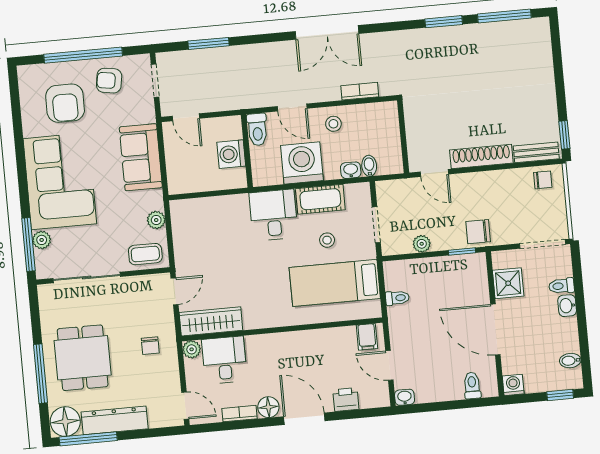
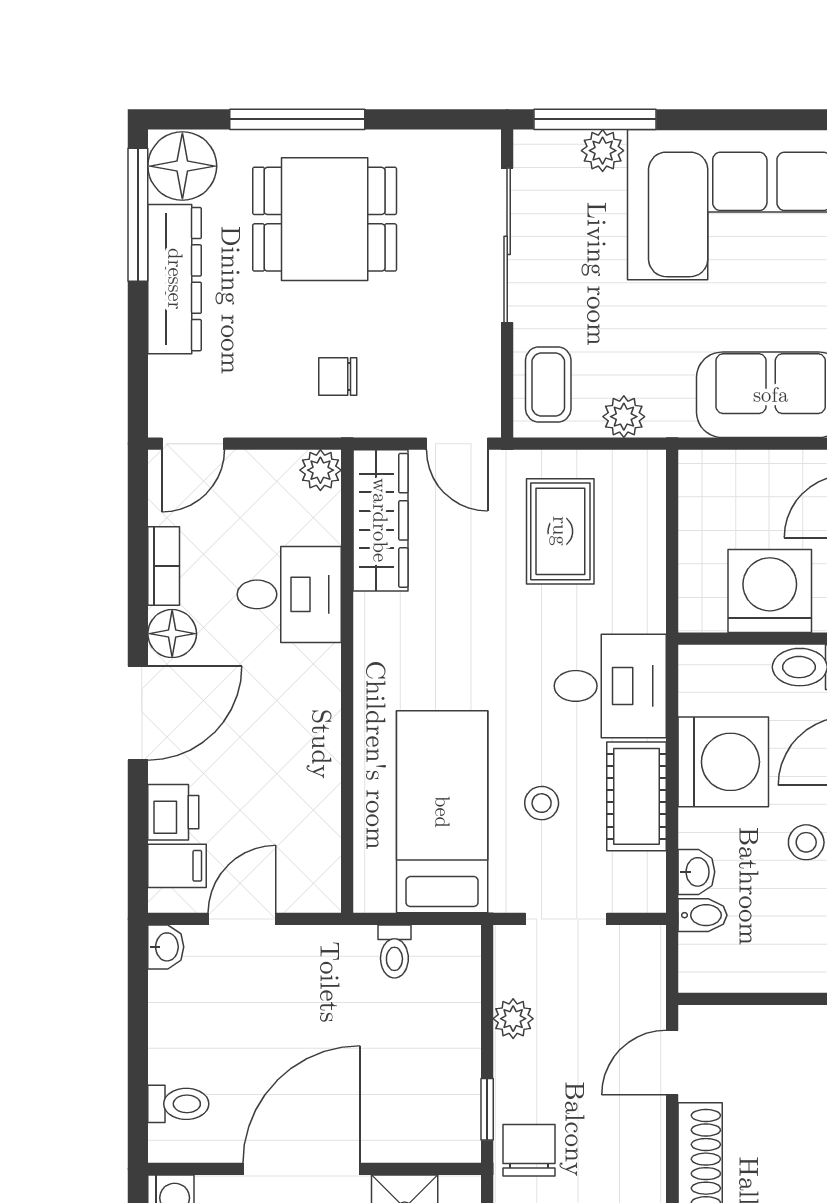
washing machine: (231, 154) -> (770, 591), width x1.37, depth x1.37
rug: (208, 243) -> (560, 531), added
filing cabinet: (367, 337) -> (177, 866), moved, turned 180
desk: (224, 360) -> (289, 594), moved

